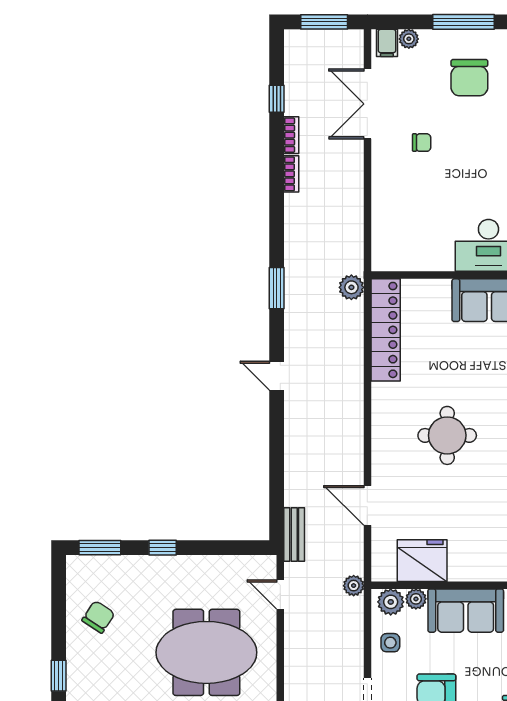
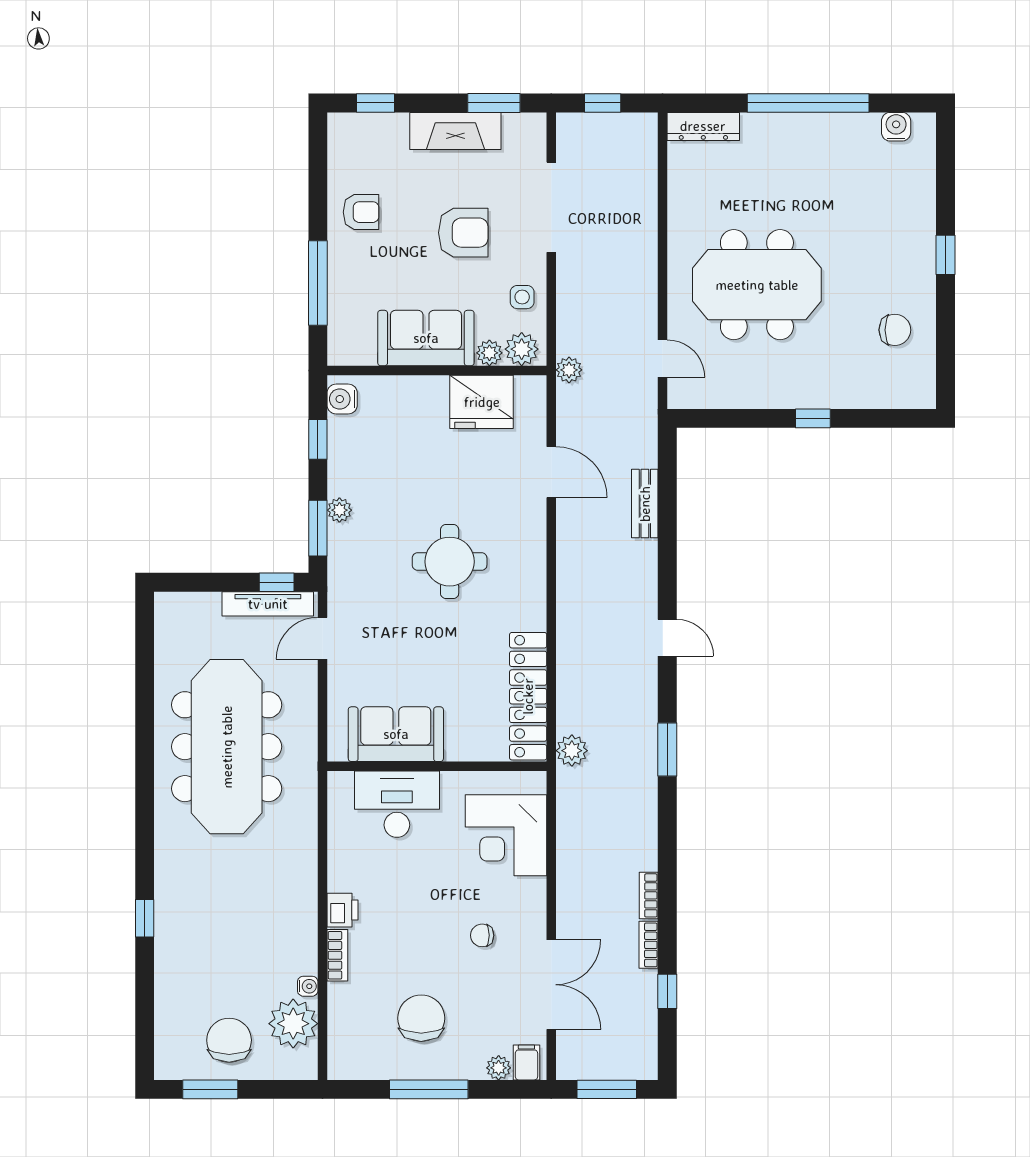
corner desk: (403, 221) -> (506, 835), added
bench: (294, 535) -> (645, 504), moved
window: (100, 548) -> (893, 418), removed
chair: (98, 617) -> (895, 330), turned -123

